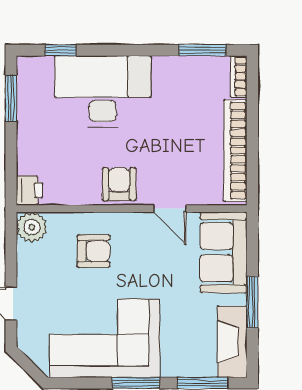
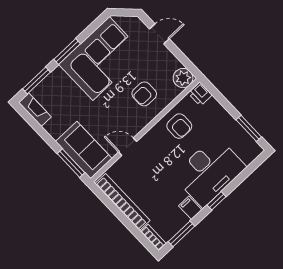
window: (60, 50) -> (217, 201), moved
filing cabinet: (164, 71) -> (190, 208), added
armchair: (119, 184) -> (179, 126), moved
window: (252, 302) -> (71, 163), moved
fireplace: (232, 342) -> (35, 110), width x0.73, depth x0.76

